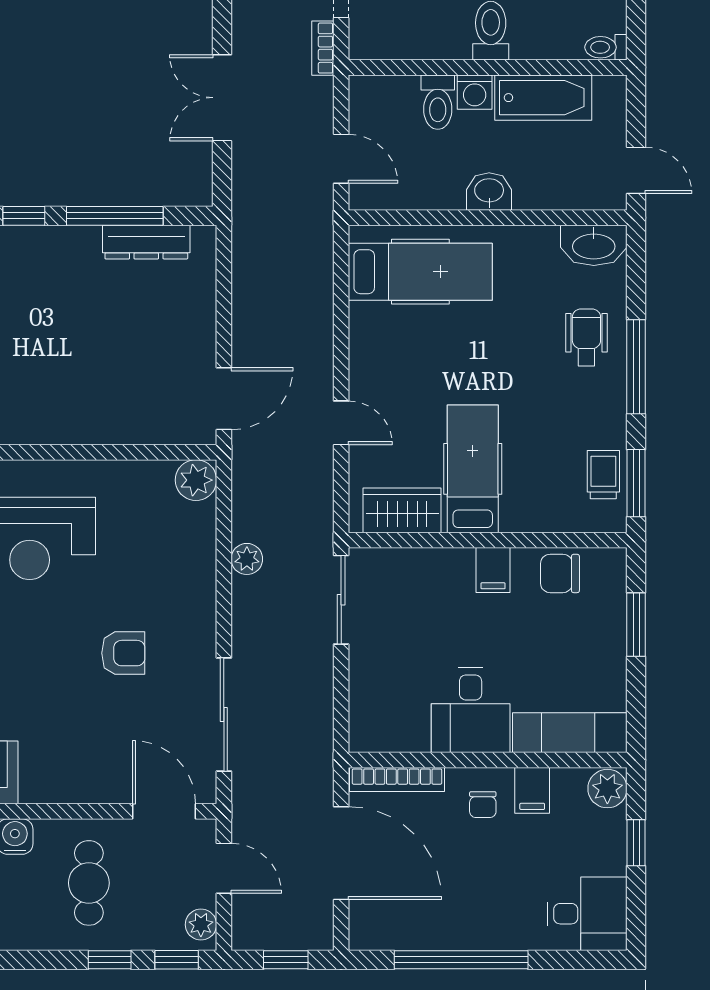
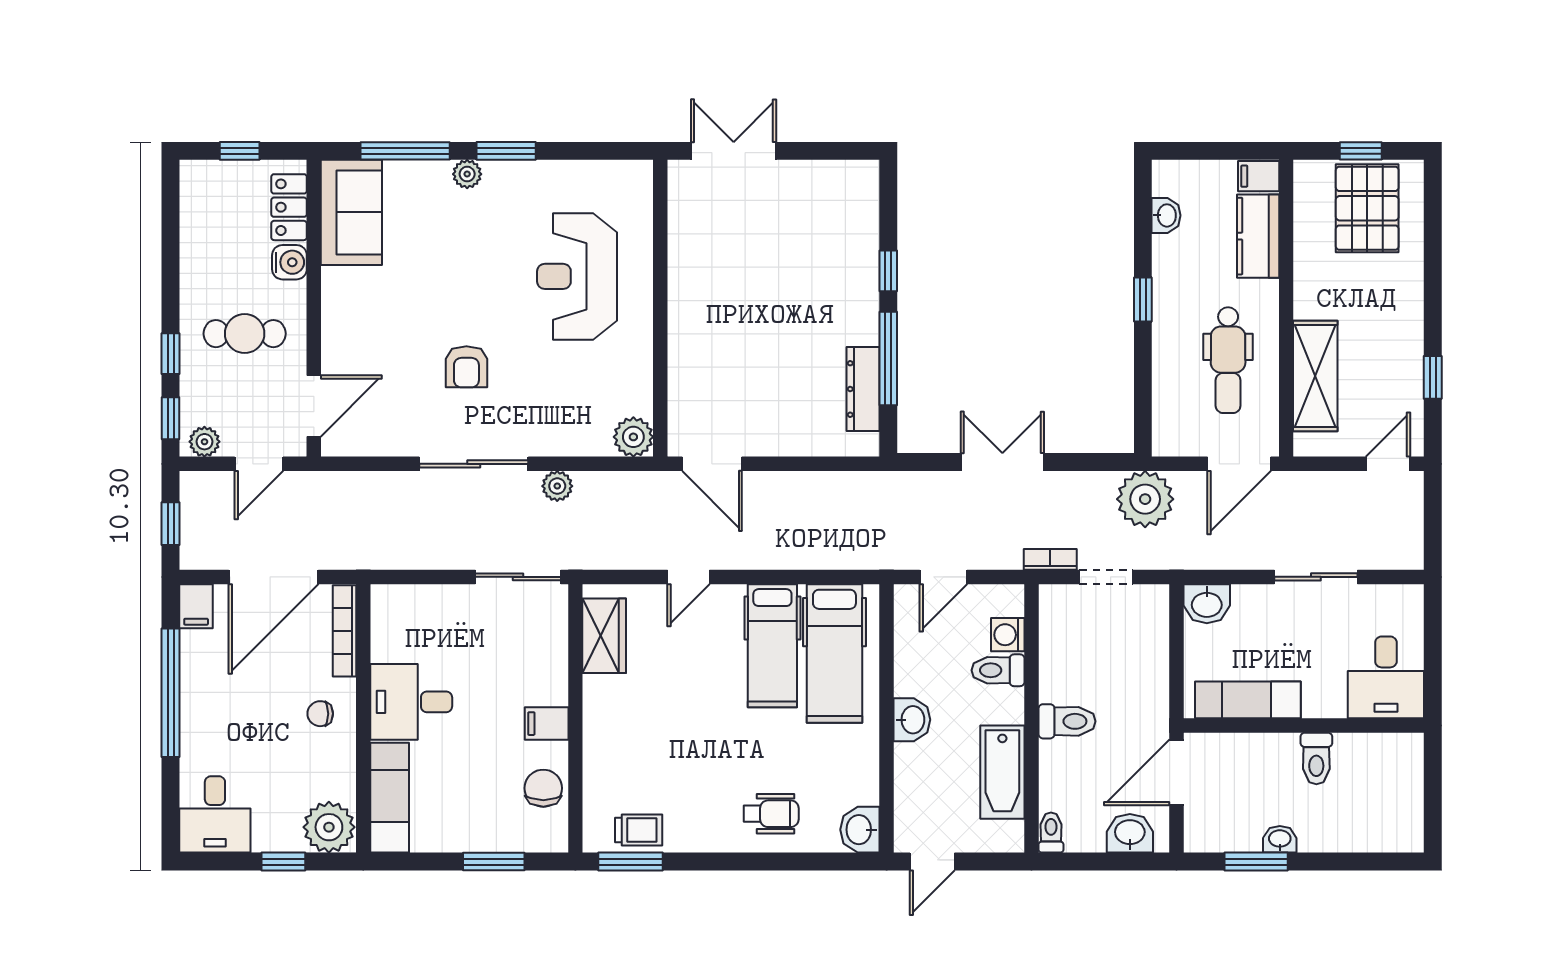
washing machine: (475, 92) -> (1008, 635), moved
washbasin: (594, 245) -> (860, 830), width x0.72
window: (636, 367) -> (743, 862), removed
hospital bed: (473, 469) -> (772, 646), moved, turned 90
sliding door: (224, 714) -> (474, 464), moved
plant: (607, 789) -> (329, 827), width x1.36, depth x1.36
filing cabinet: (532, 790) -> (196, 606), moved, turned -90

